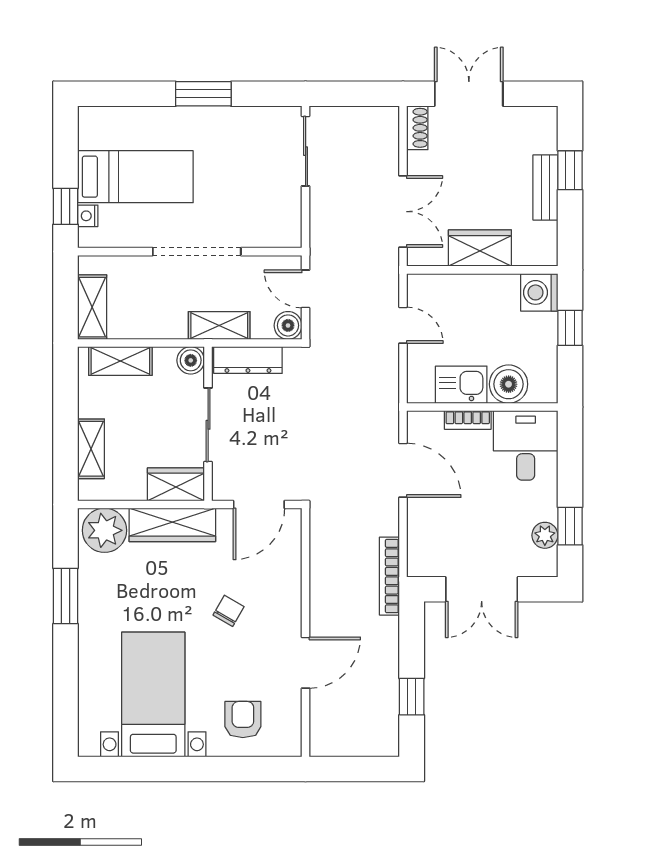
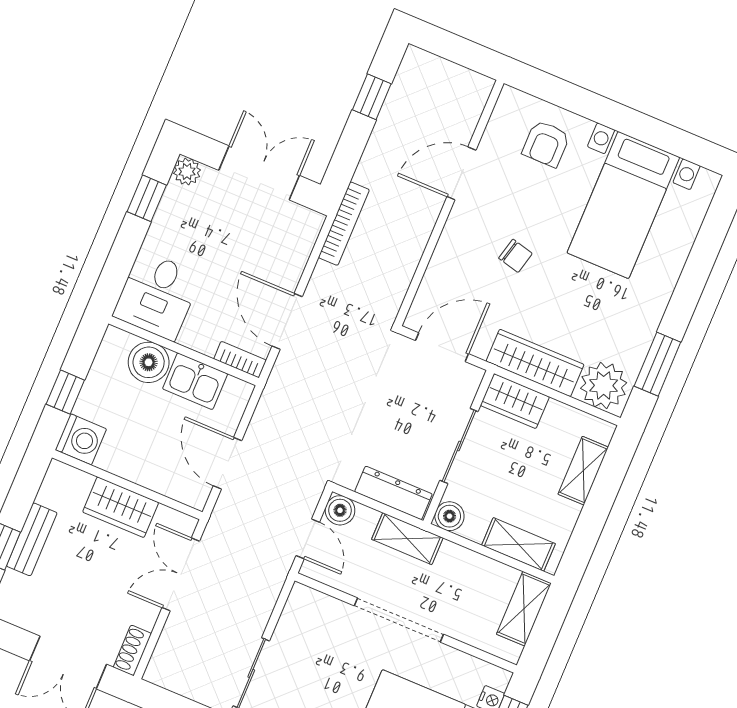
door: (403, 325) -> (227, 463), width x1.38
bookcase: (468, 420) -> (240, 360), moved
plant: (545, 535) -> (187, 172), moved
window: (65, 596) -> (657, 364), moved
chair: (228, 611) -> (515, 256), turned -106

